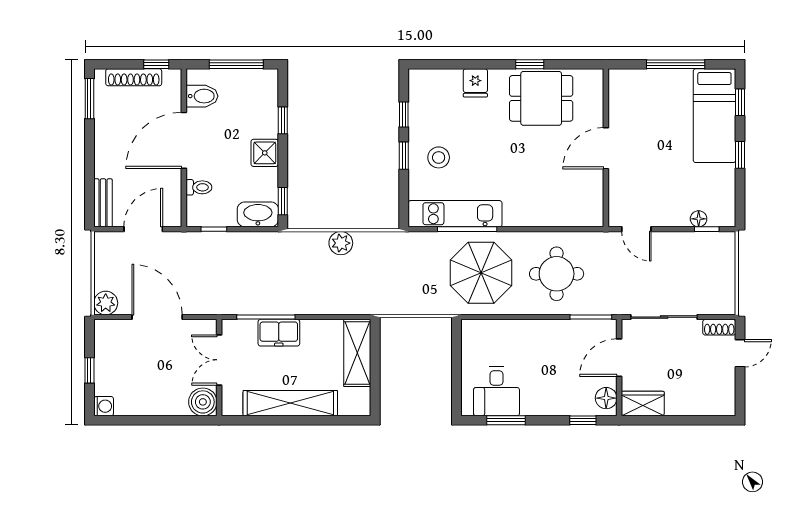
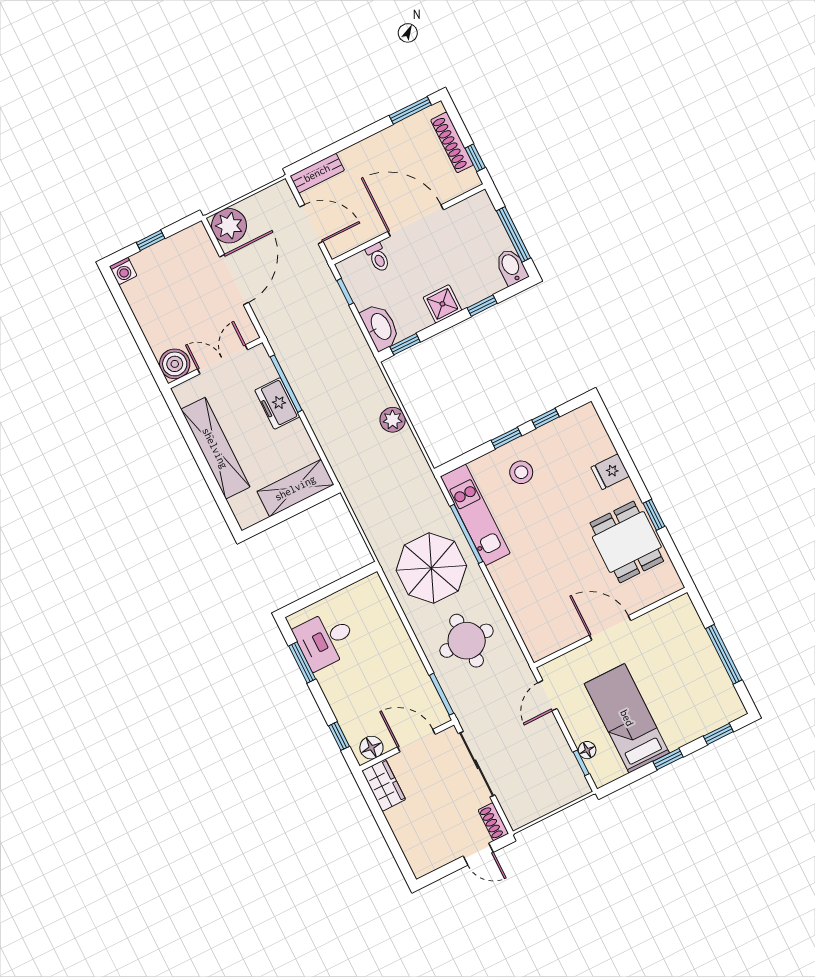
bidet: (202, 96) -> (511, 267), moved, turned 180
bed: (714, 116) -> (627, 718), moved, turned 90
plant: (106, 303) -> (229, 226), width x1.36, depth x1.36

